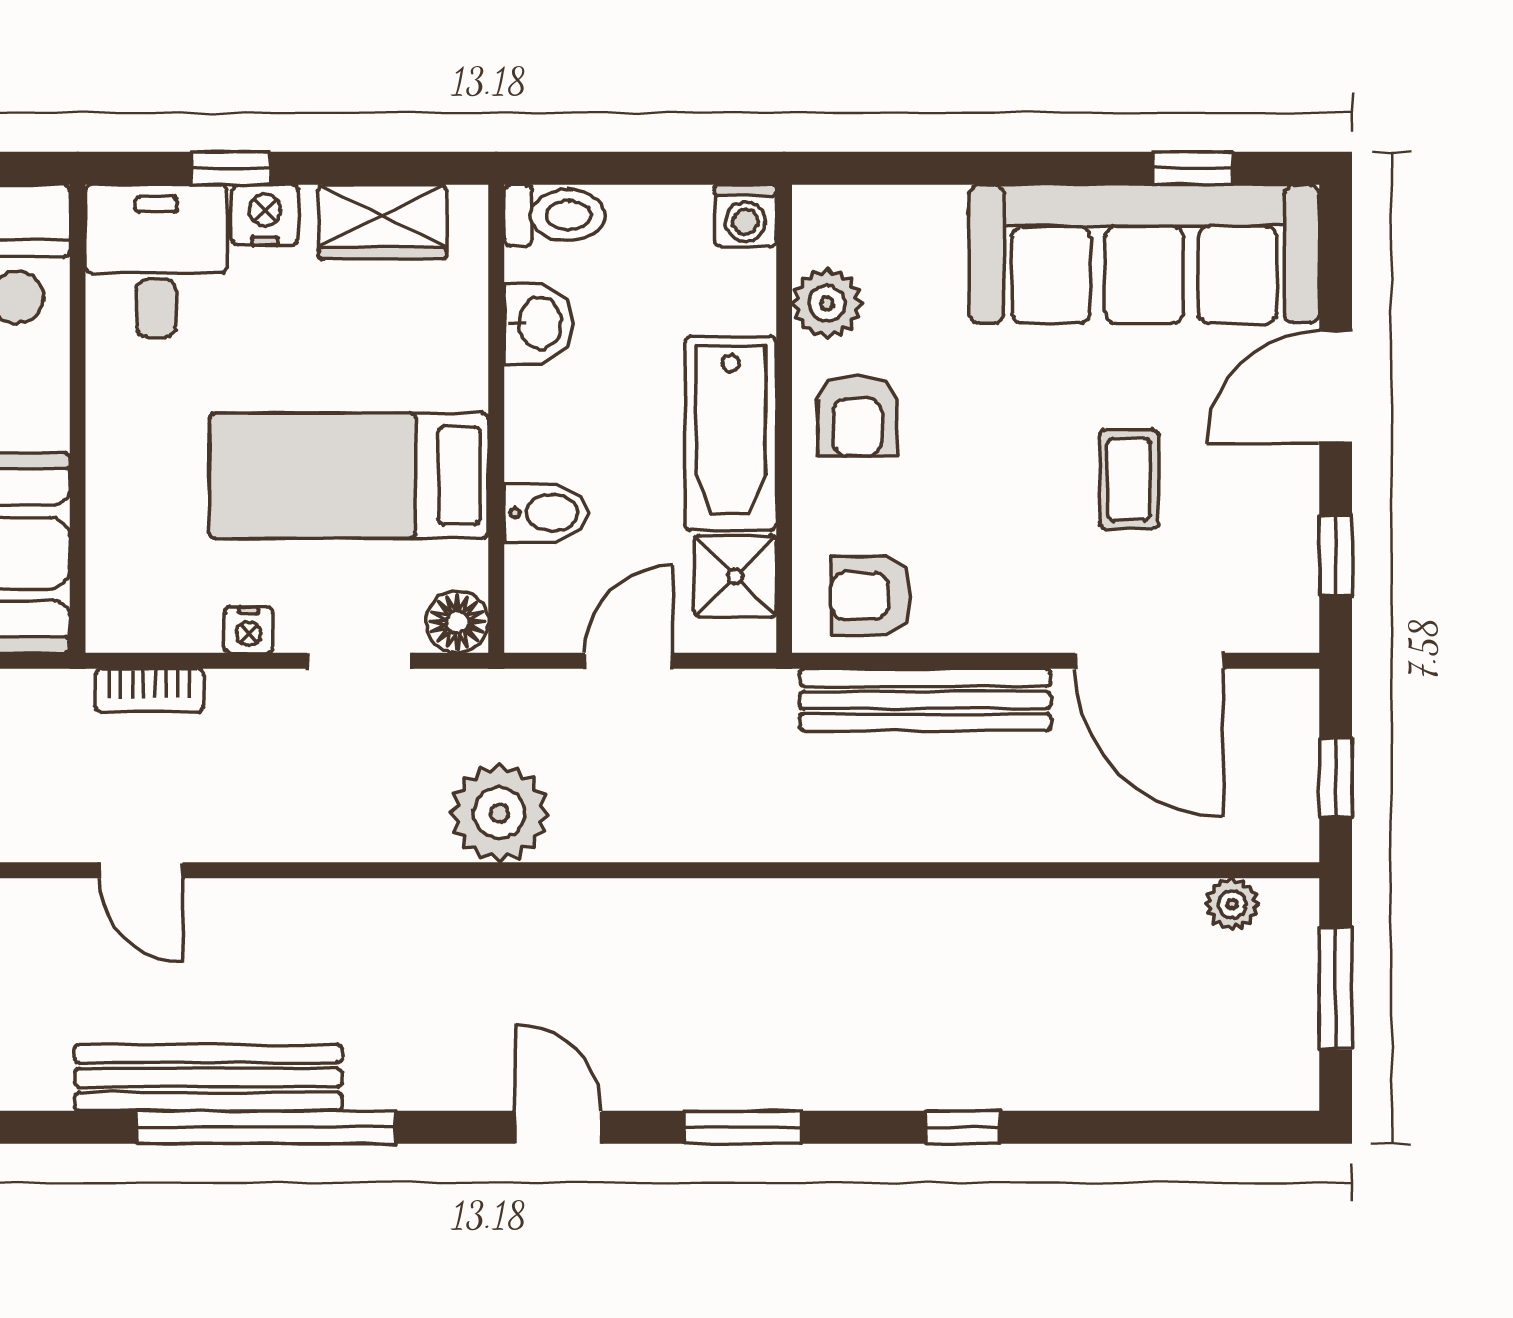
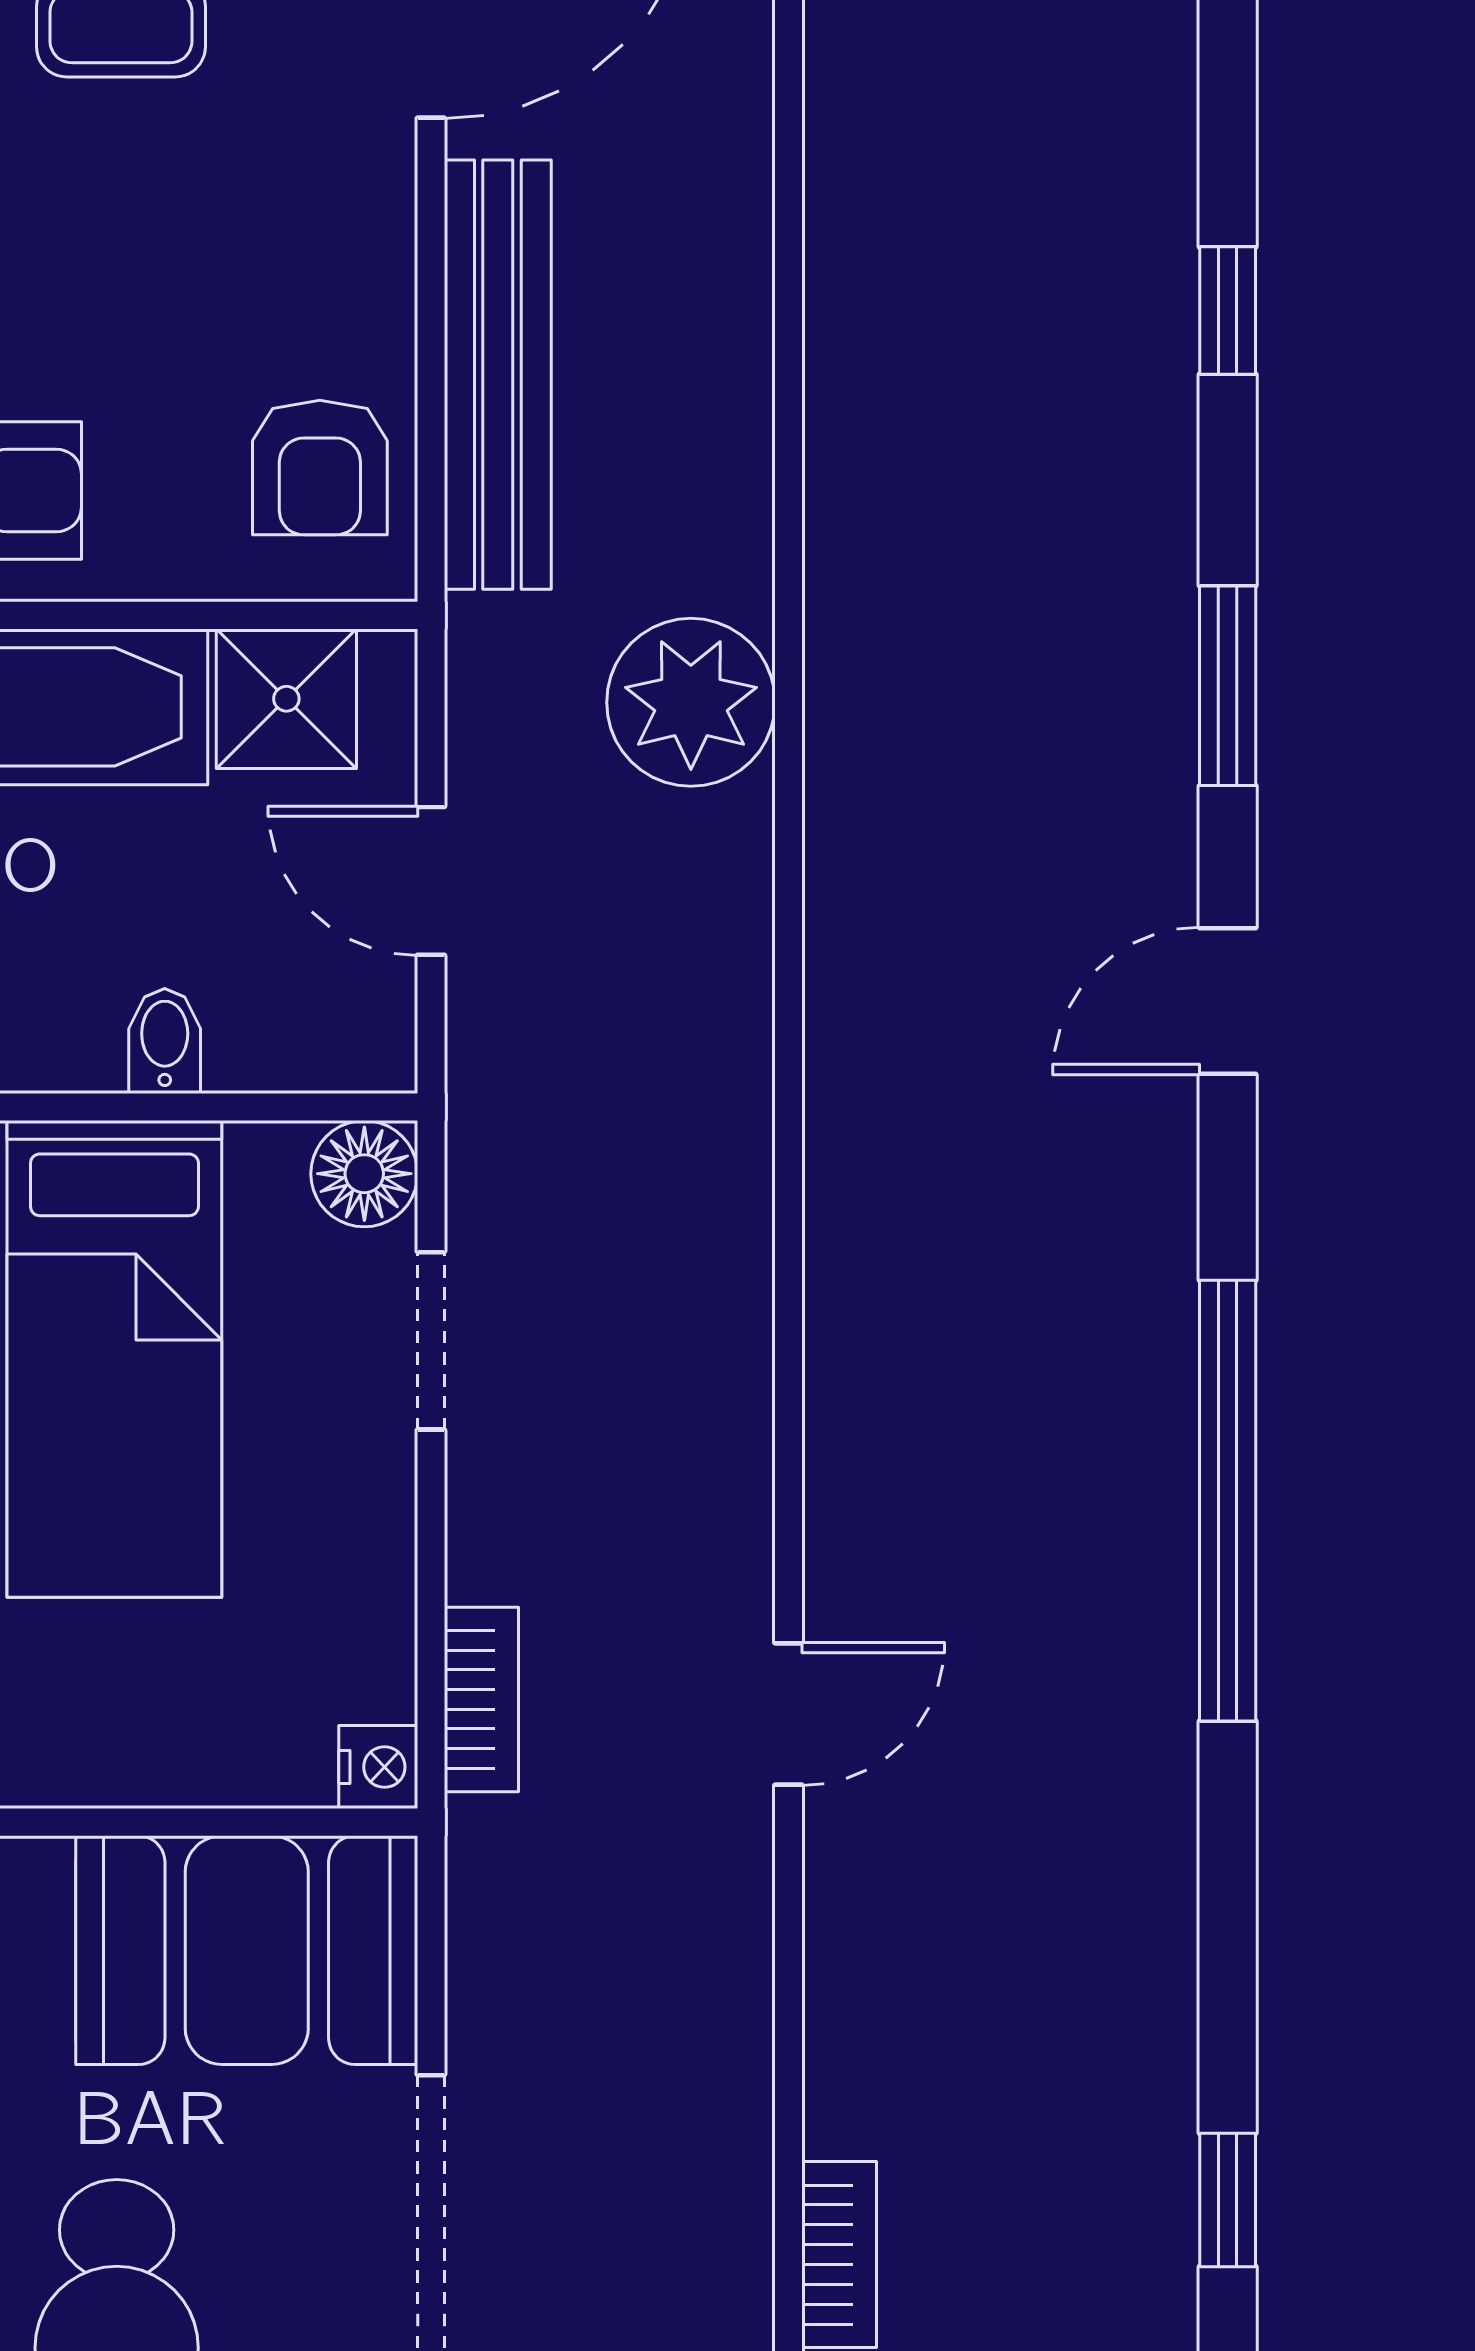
bidet: (546, 513) -> (165, 1041), width x0.72, depth x0.74
nightstand: (249, 630) -> (378, 1767), moved
plant: (499, 813) -> (691, 702), moved
bench: (208, 1078) -> (1143, 1599), removed

